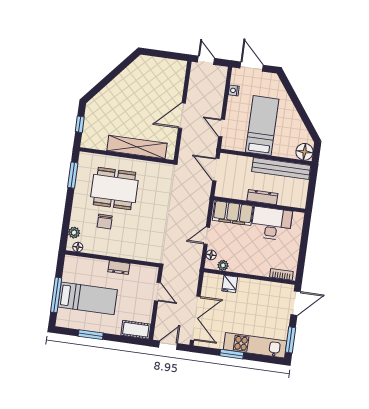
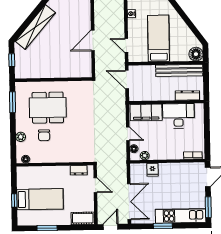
shelving: (137, 147) -> (35, 27), moved, turned -50
dresser: (262, 197) -> (187, 95), moved
plant: (74, 233) -> (21, 137), moved
door: (207, 236) -> (128, 134), swing flipped
dresser: (119, 268) -> (79, 170), moved
window: (56, 295) -> (14, 200), width x0.46

